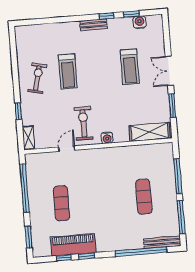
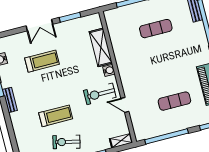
shelving: (150, 132) -> (101, 47), moved

